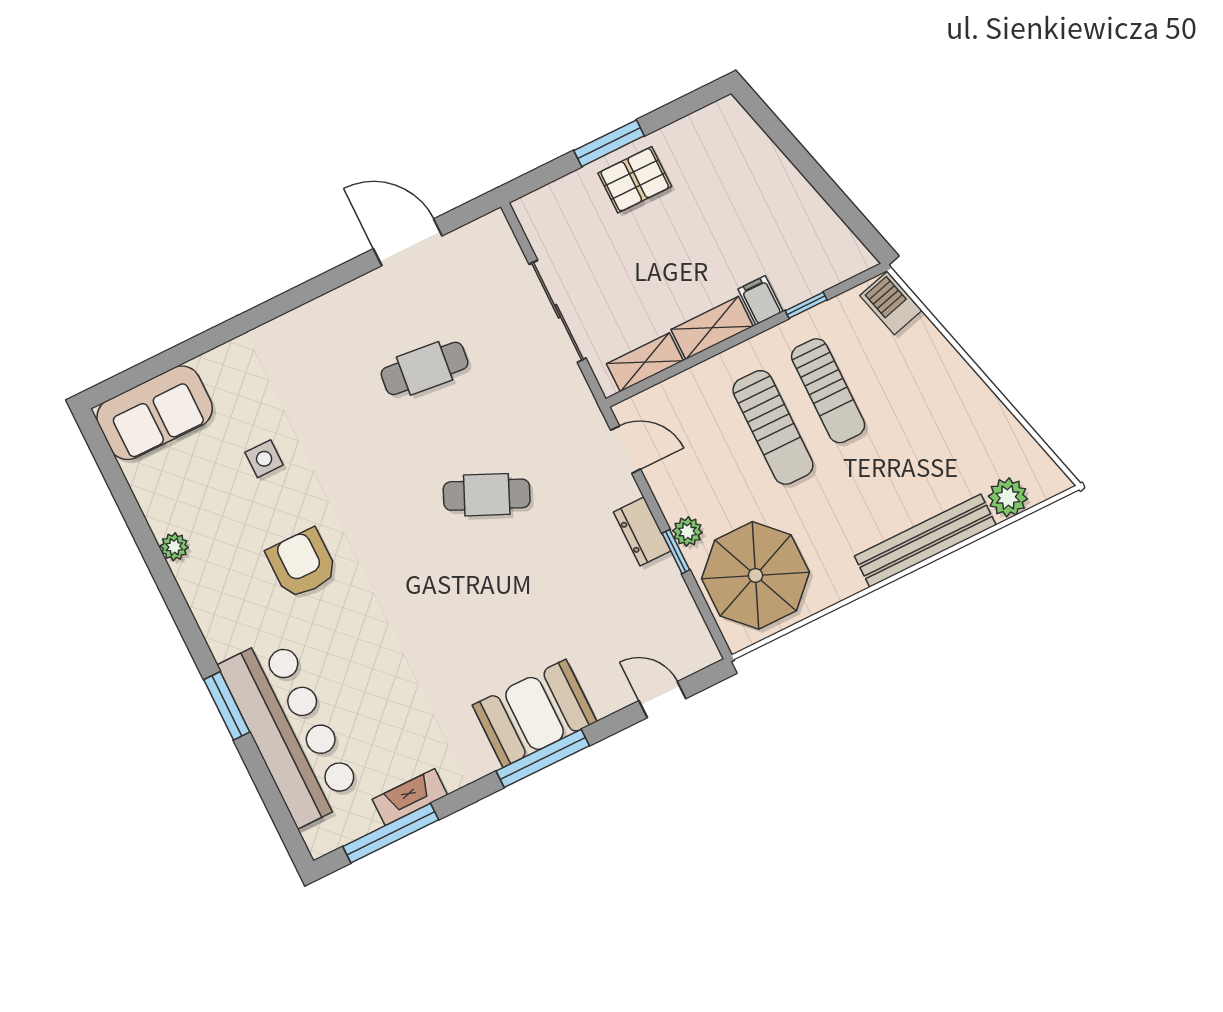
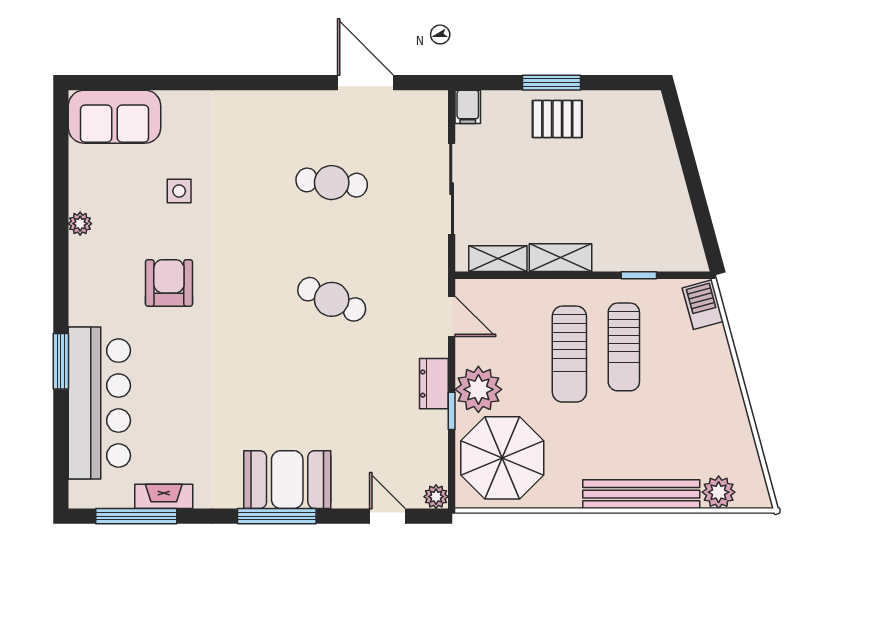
filing cabinet: (761, 300) -> (468, 107), moved, turned 180
plant: (687, 532) -> (478, 389), width x1.87, depth x1.87
plant: (705, 653) -> (436, 497), added

